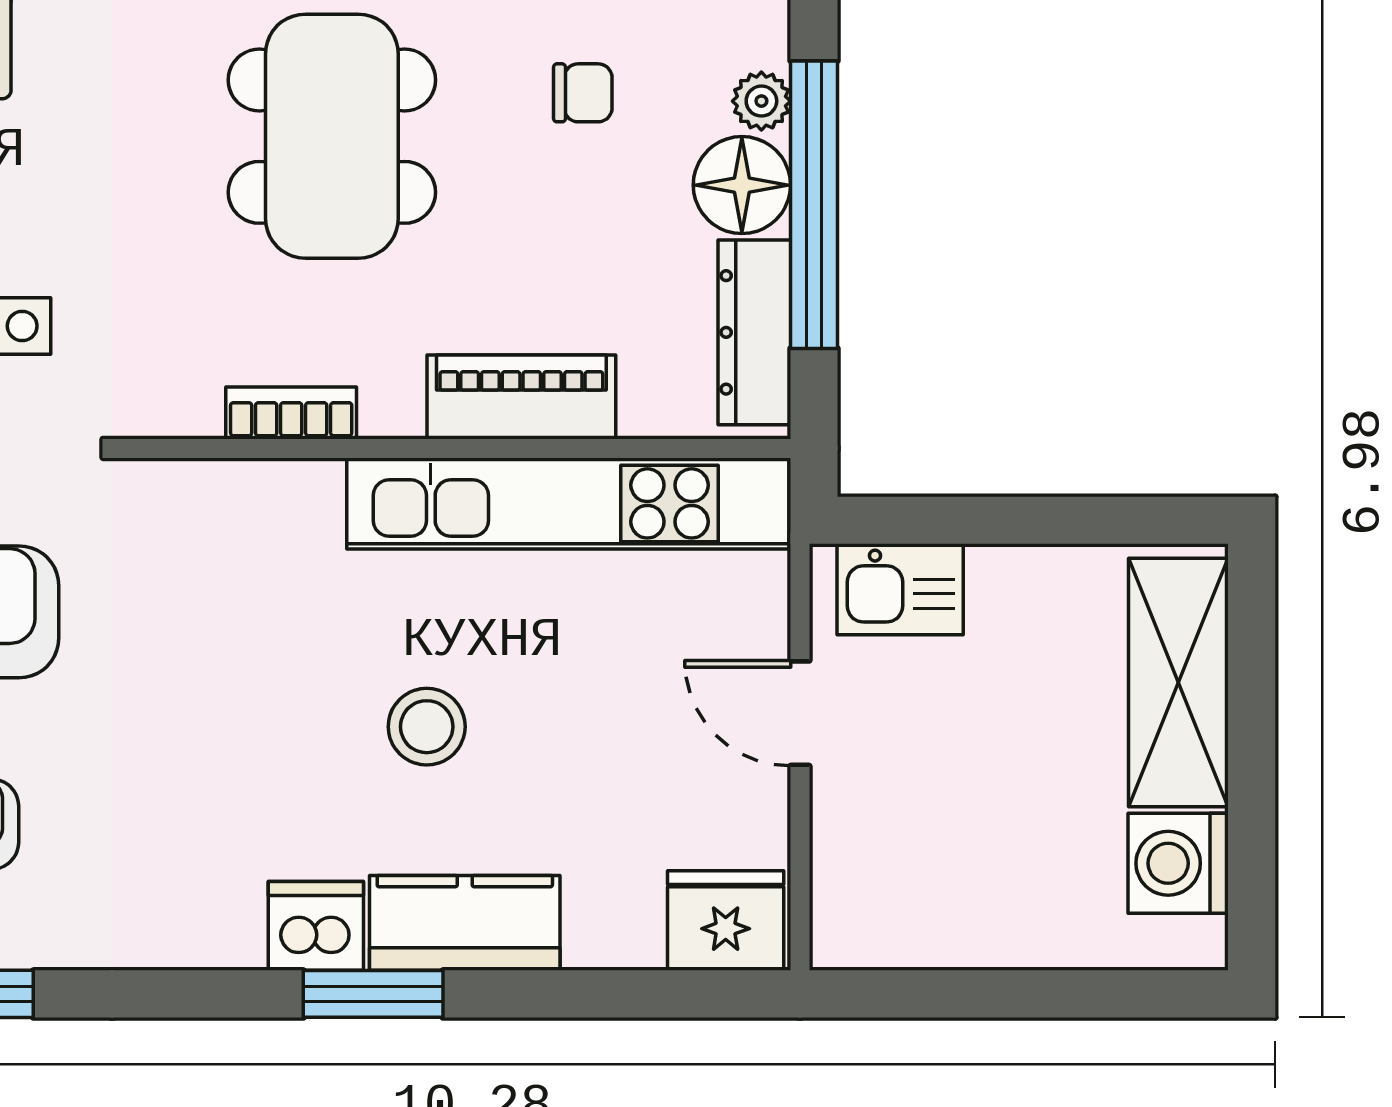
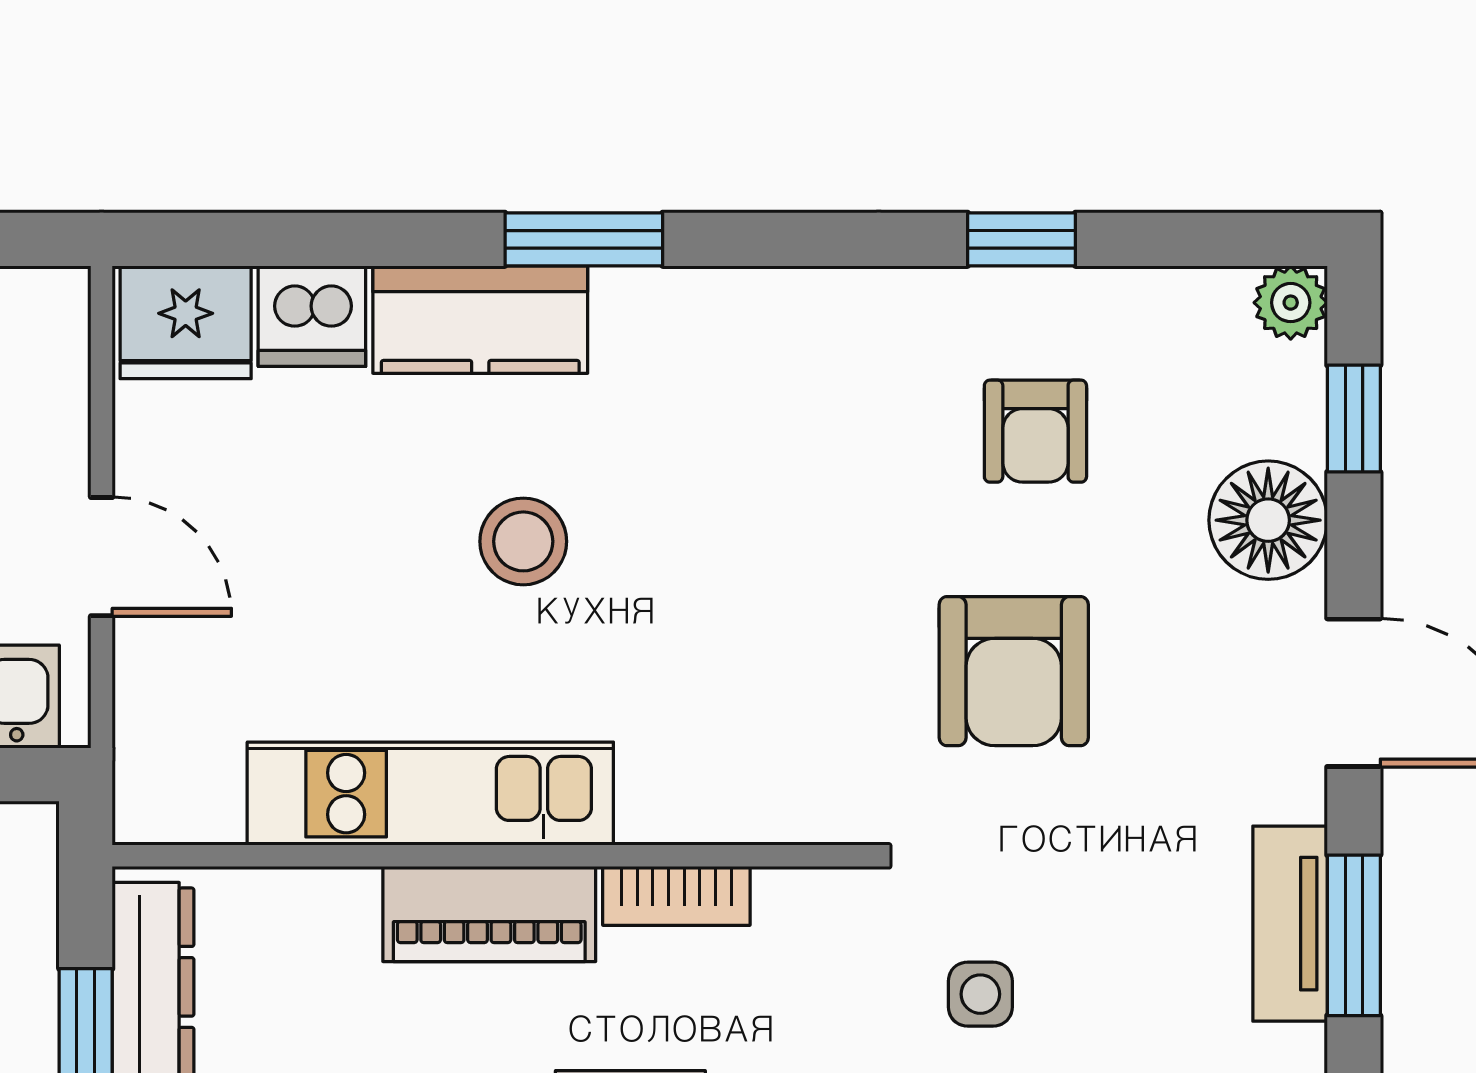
piano: (521, 397) -> (489, 914), moved
kitchen unit: (568, 503) -> (430, 794), width x0.73
dishwasher: (316, 926) -> (312, 316), moved

